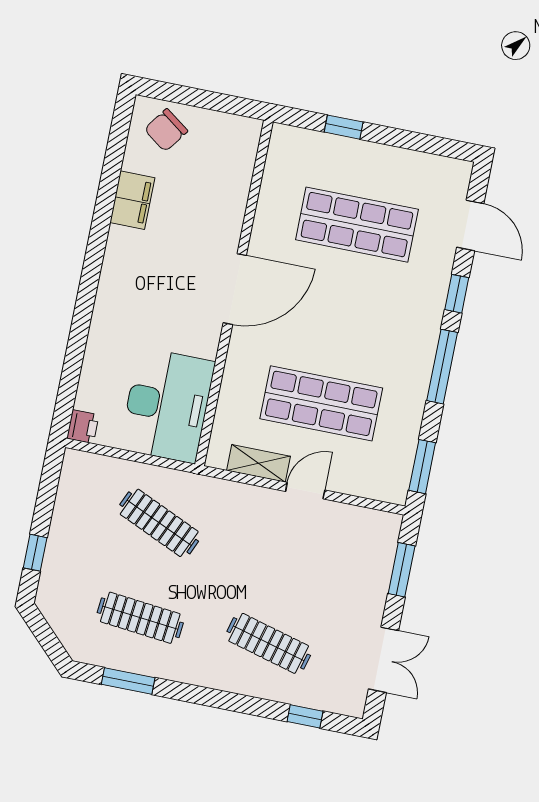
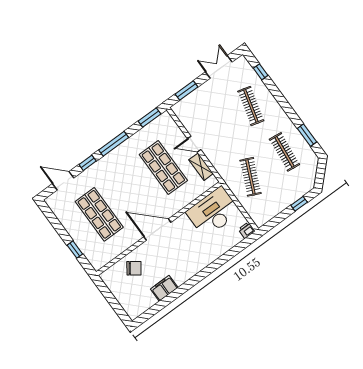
chair: (166, 130) -> (134, 268), moved
door: (470, 225) -> (63, 181), hinge flipped

